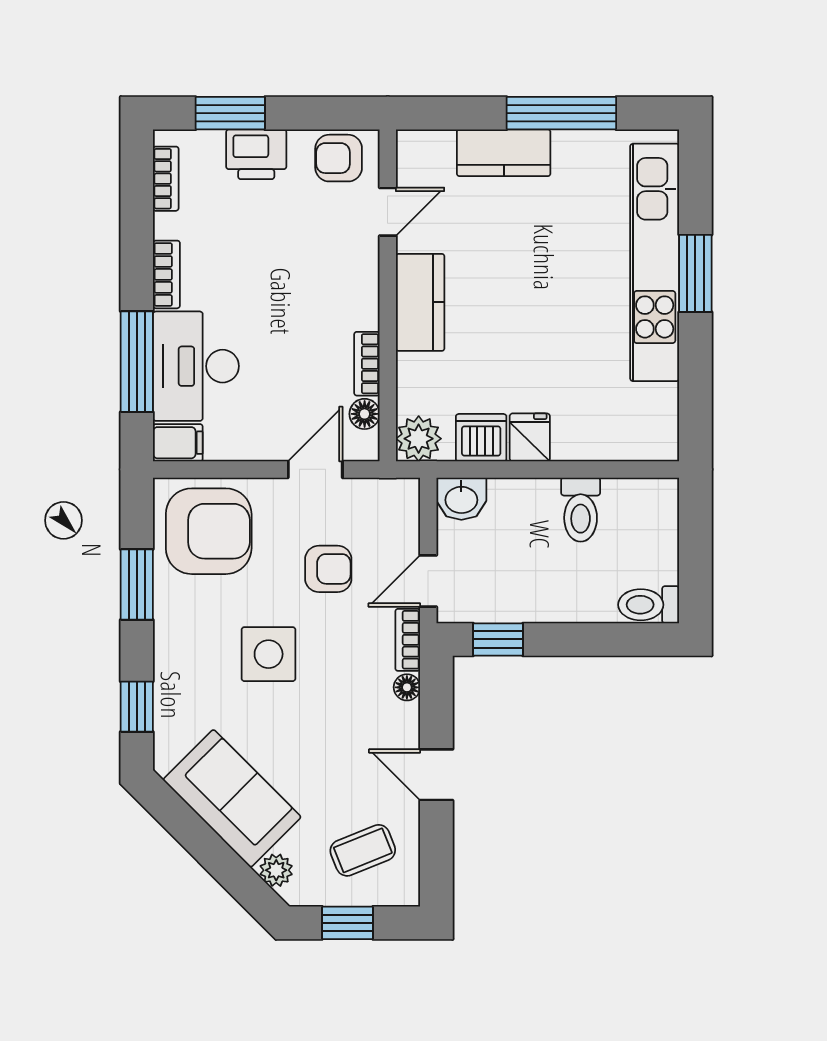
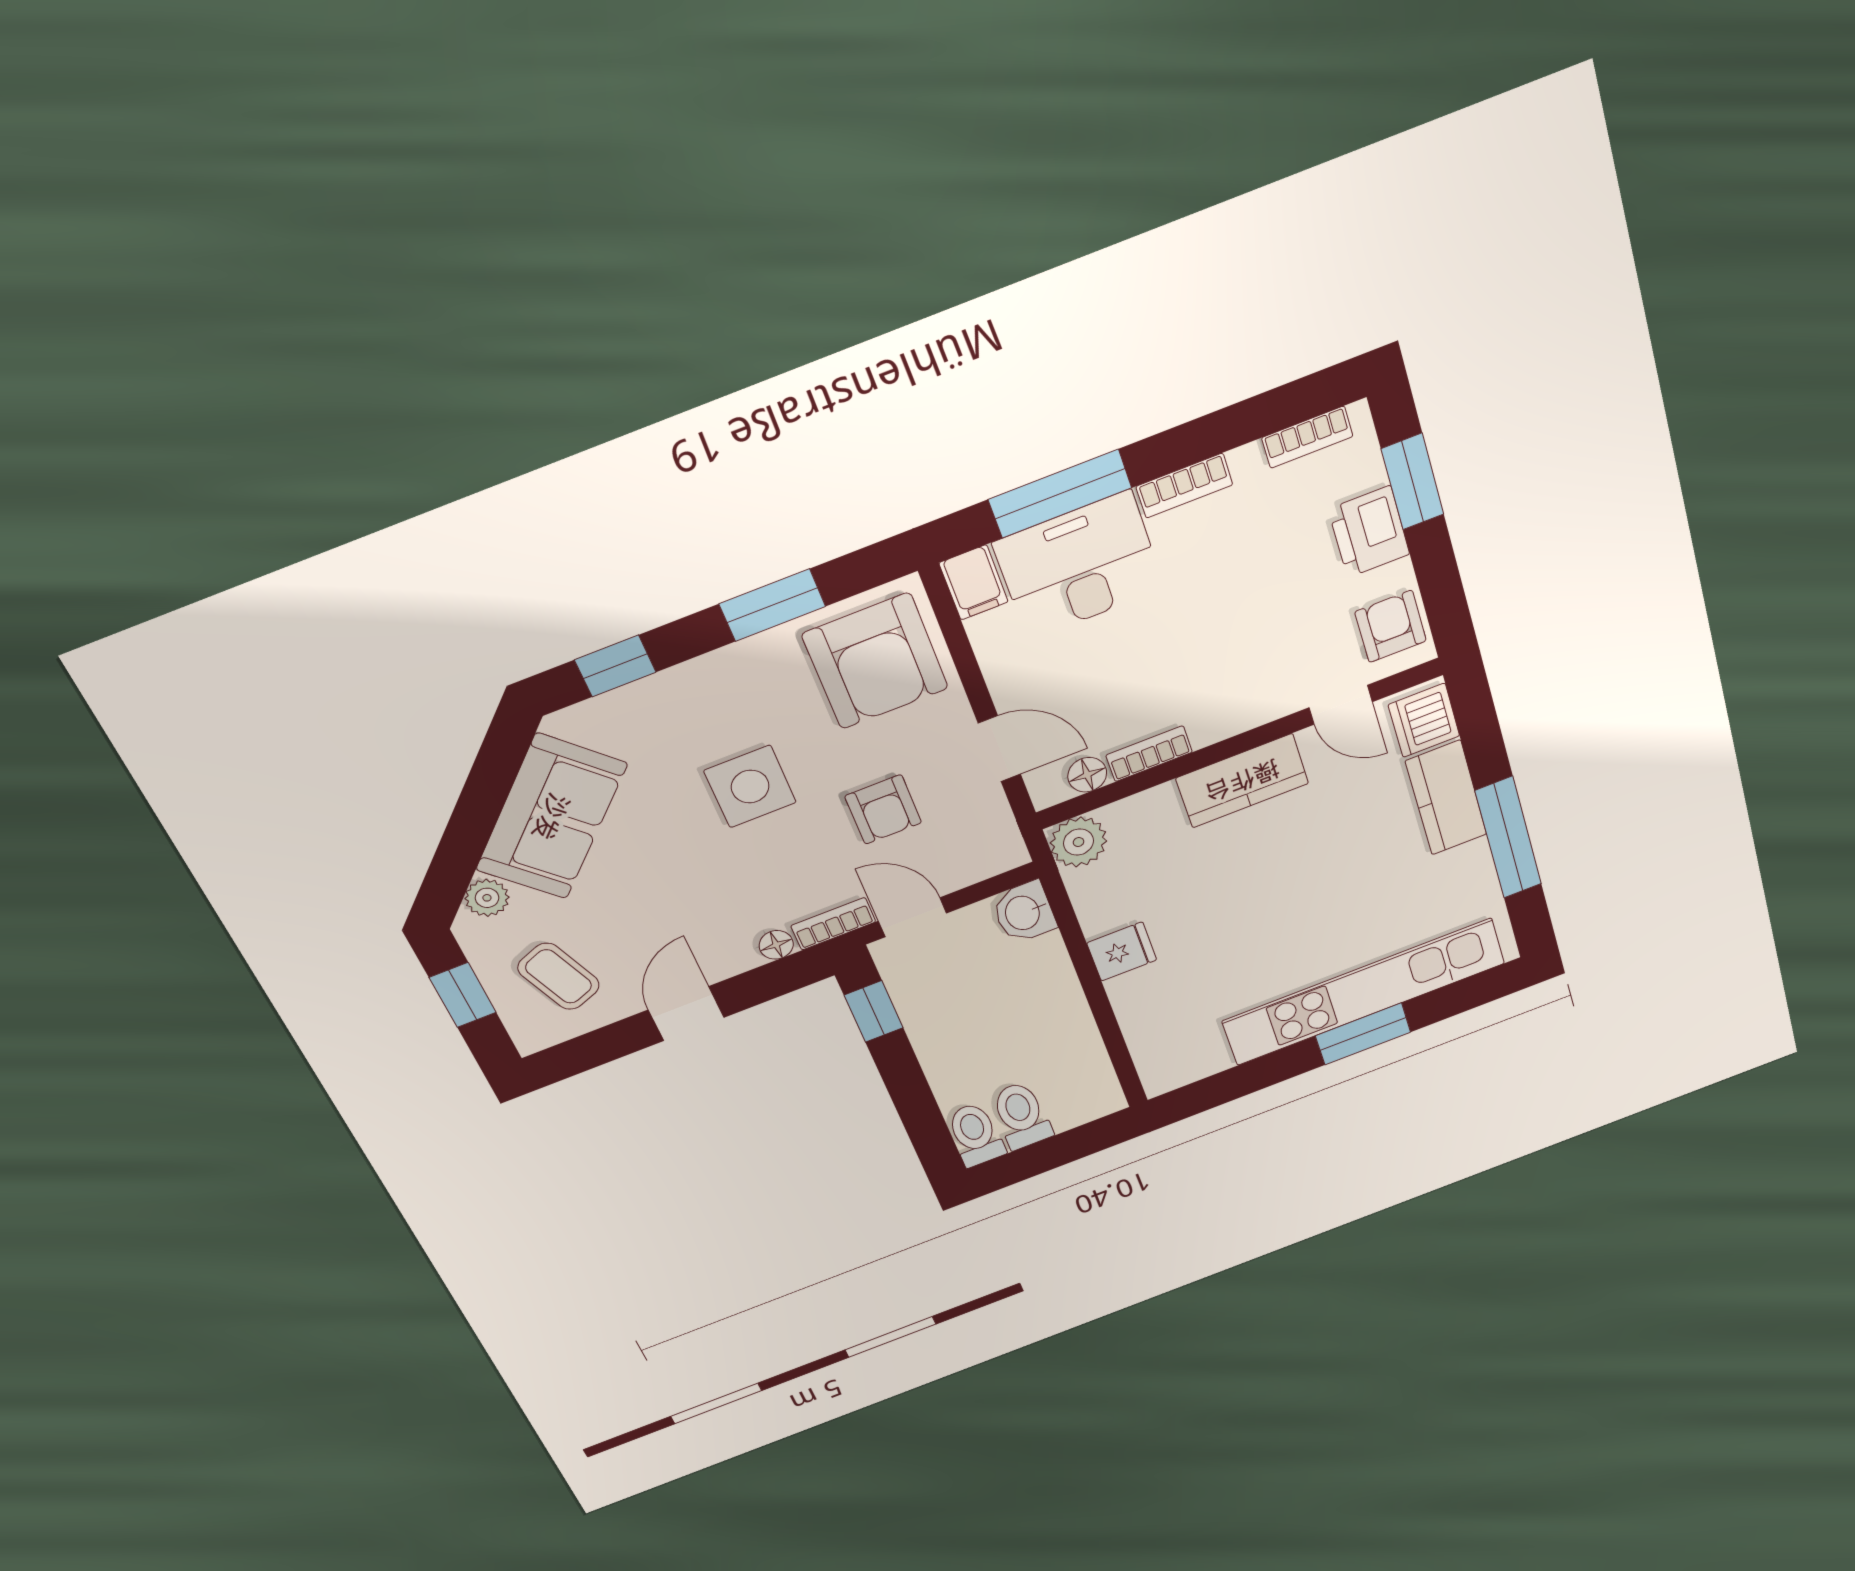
dishwasher: (481, 438) -> (1424, 720), moved, turned 180
toilet: (581, 510) -> (1021, 1115), moved, turned 90

